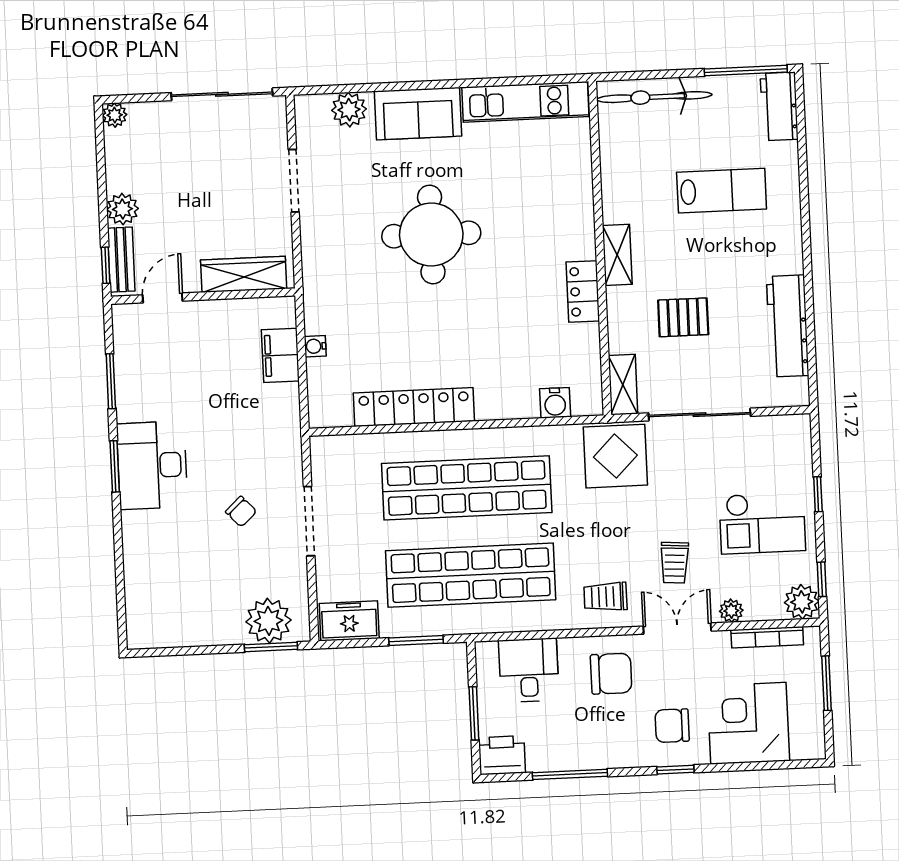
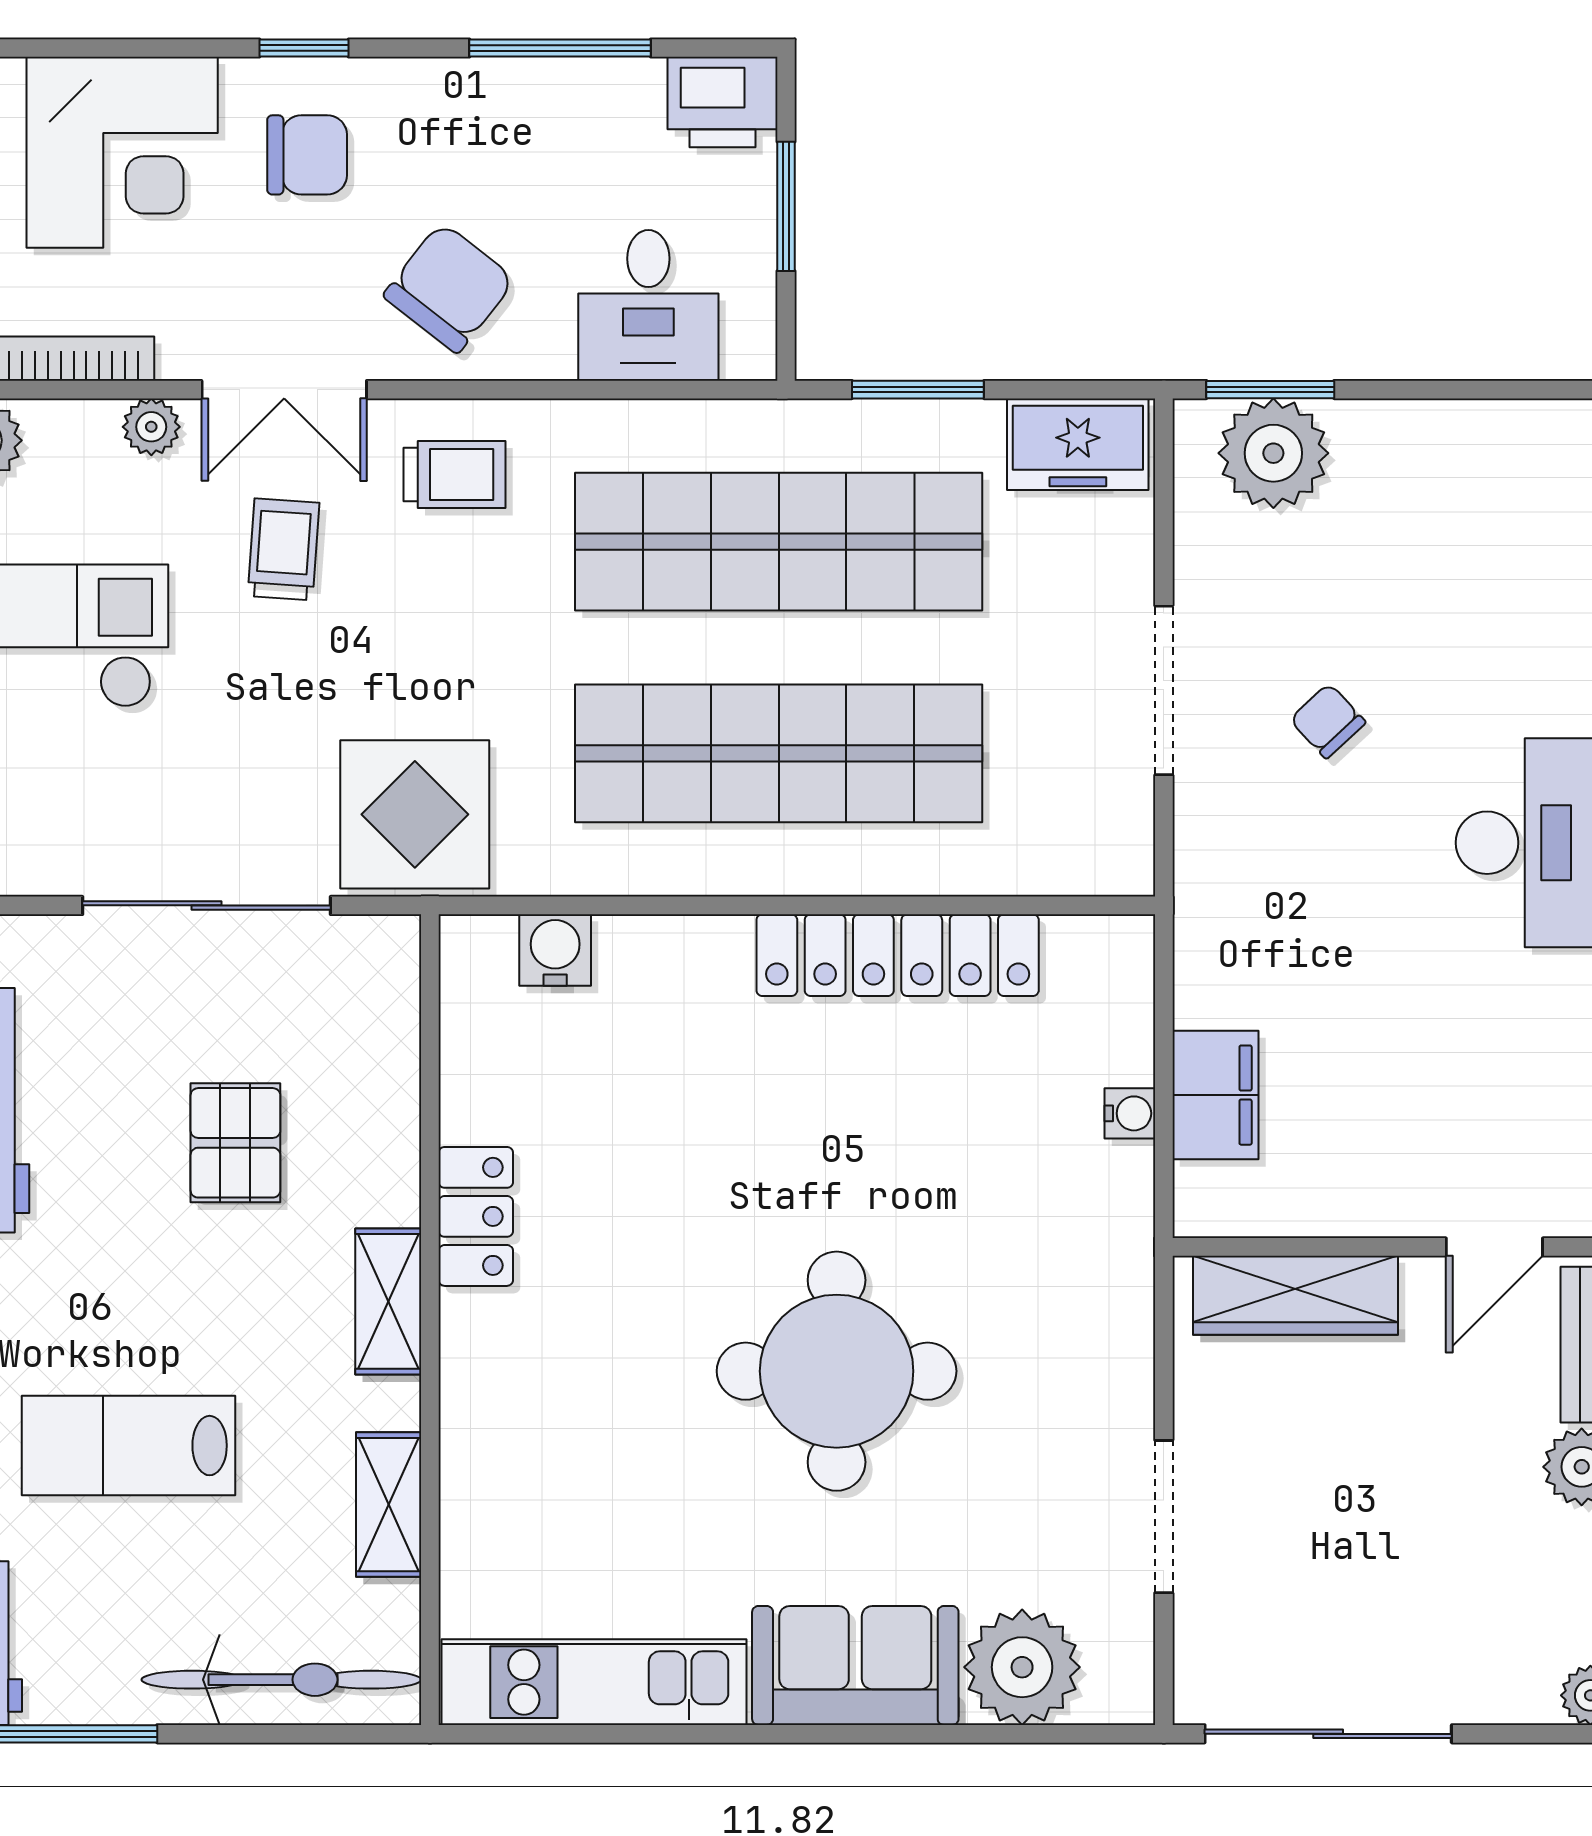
plant: (349, 110) -> (1022, 1667), width x1.36, depth x1.36
pallet: (683, 317) -> (235, 1143), turned 90
shelving: (623, 385) -> (389, 1505), moved
chair: (611, 674) -> (449, 288), turned 128

